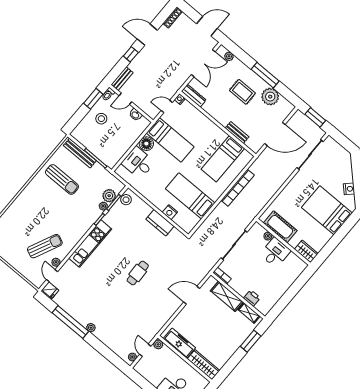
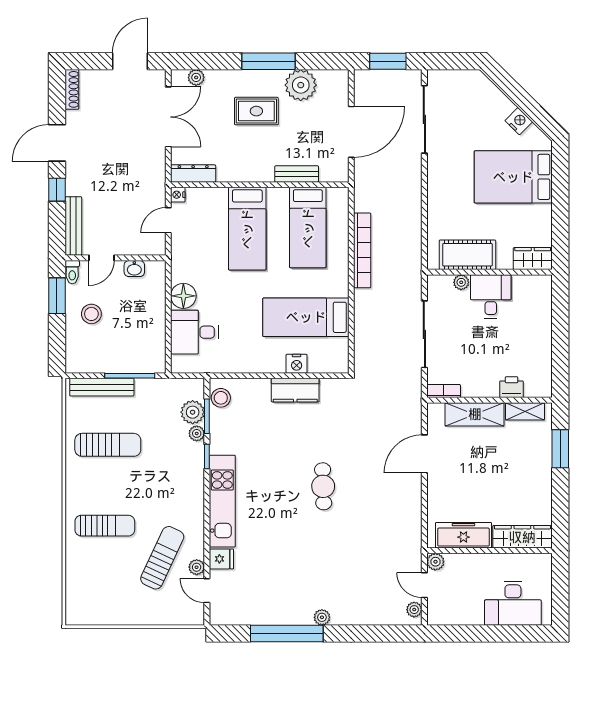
bench: (122, 79) -> (73, 226), width x1.36
bed: (170, 140) -> (247, 229), moved, turned 90
sun lounger: (32, 212) -> (105, 526), added
fridge: (50, 290) -> (221, 559), moved

